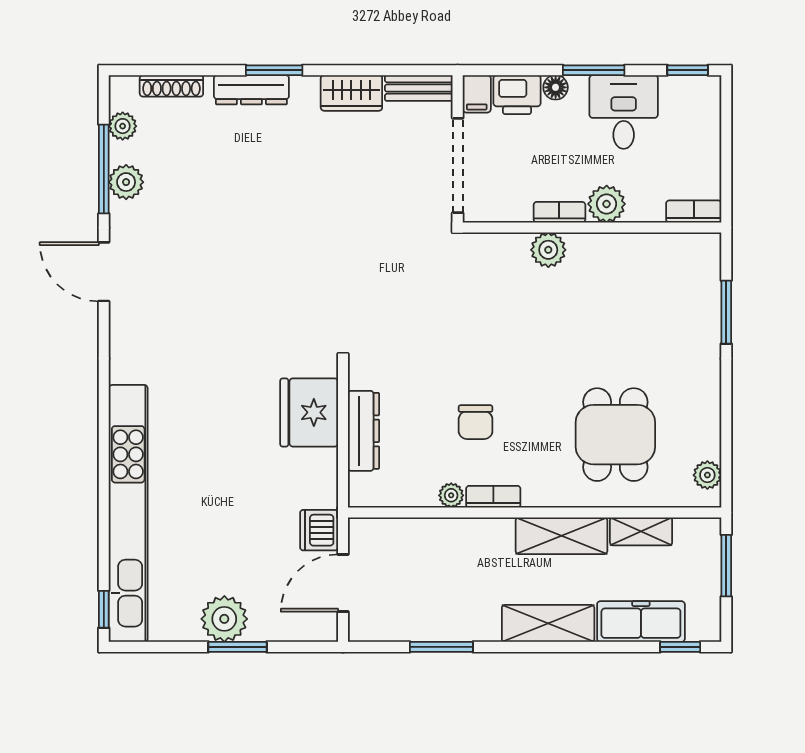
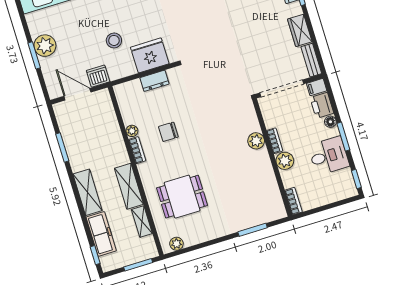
dresser: (364, 431) -> (154, 81), width x0.70
stool: (257, 476) -> (114, 40), added

